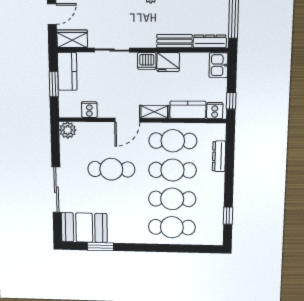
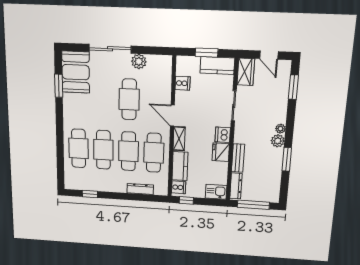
plant: (68, 130) -> (139, 61), moved

